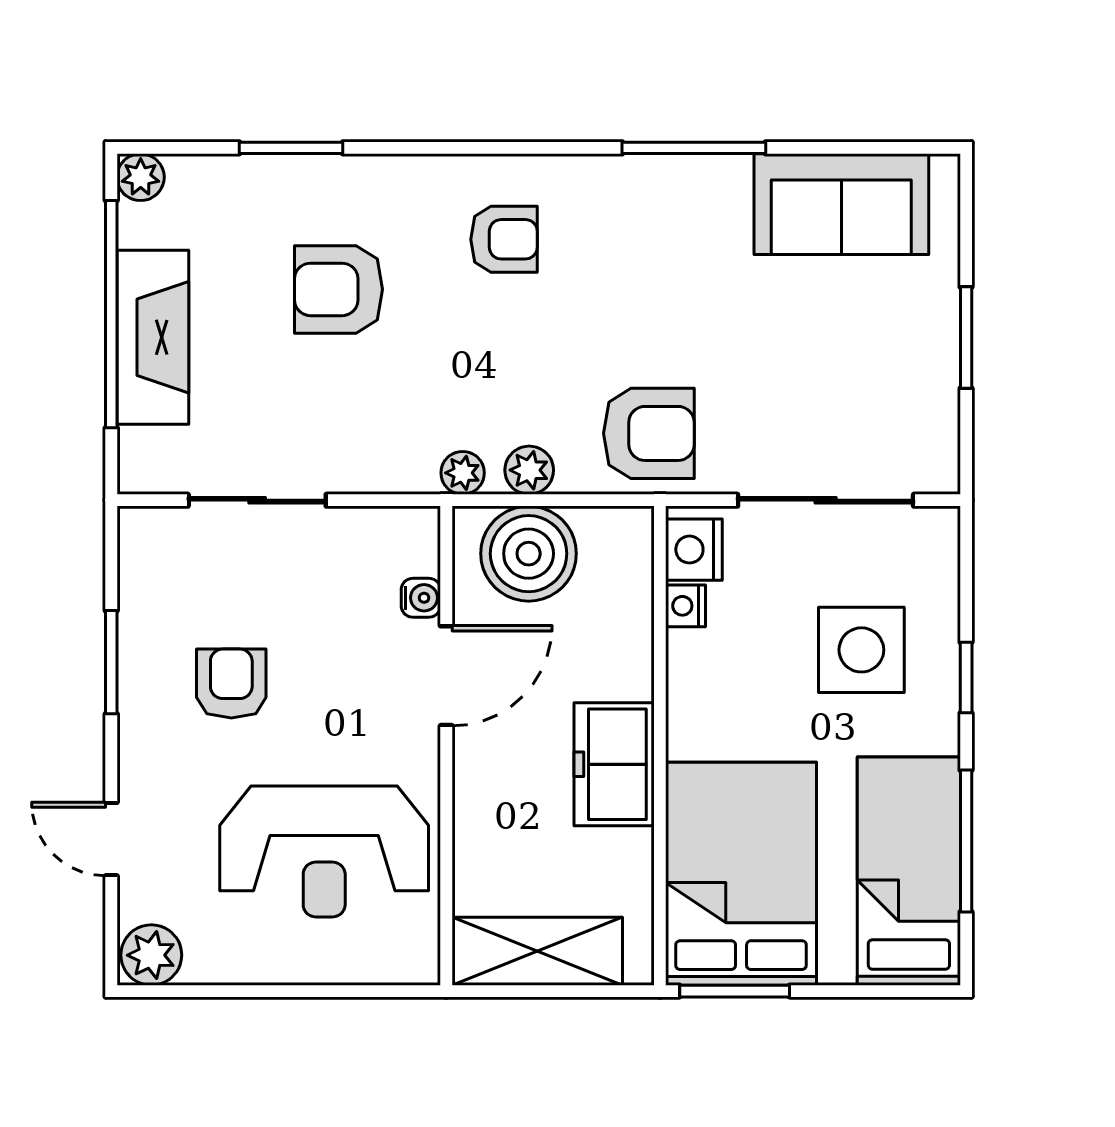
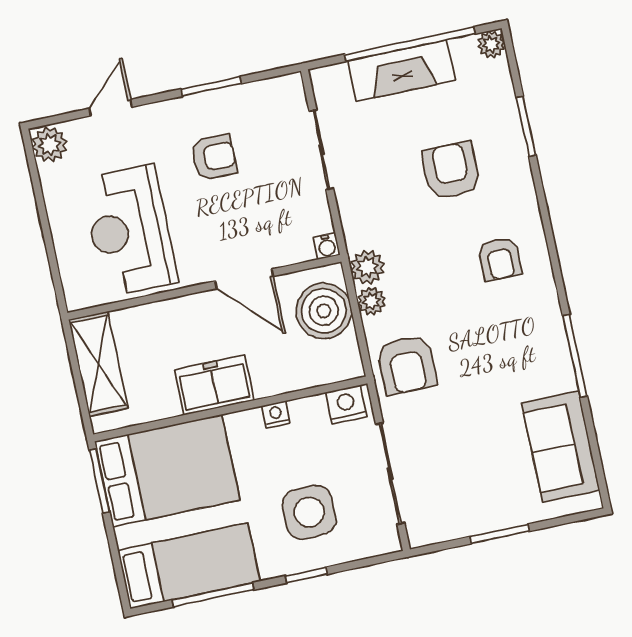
plant: (463, 473) -> (367, 267), width x1.38, depth x1.38
water cooler: (421, 598) -> (327, 246), moved
nightstand: (685, 606) -> (276, 414), moved

